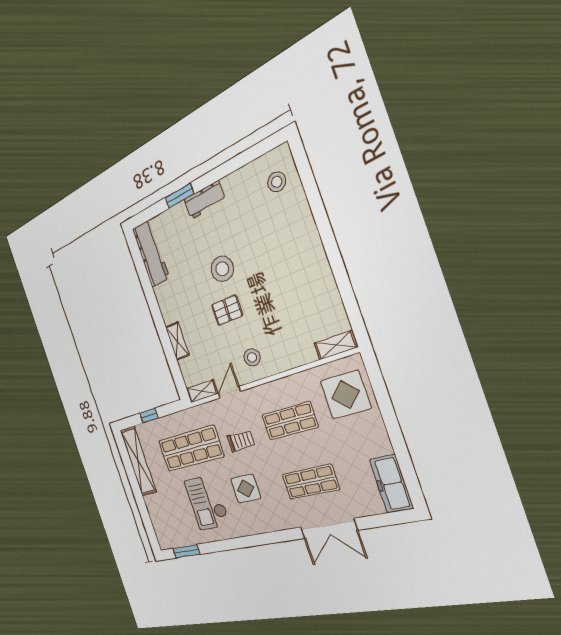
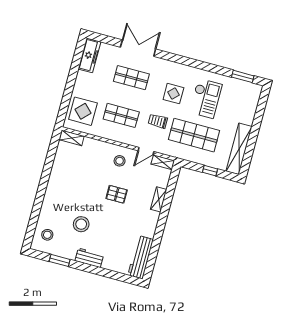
window: (179, 196) -> (60, 260), moved
stool: (222, 269) -> (81, 224), moved

